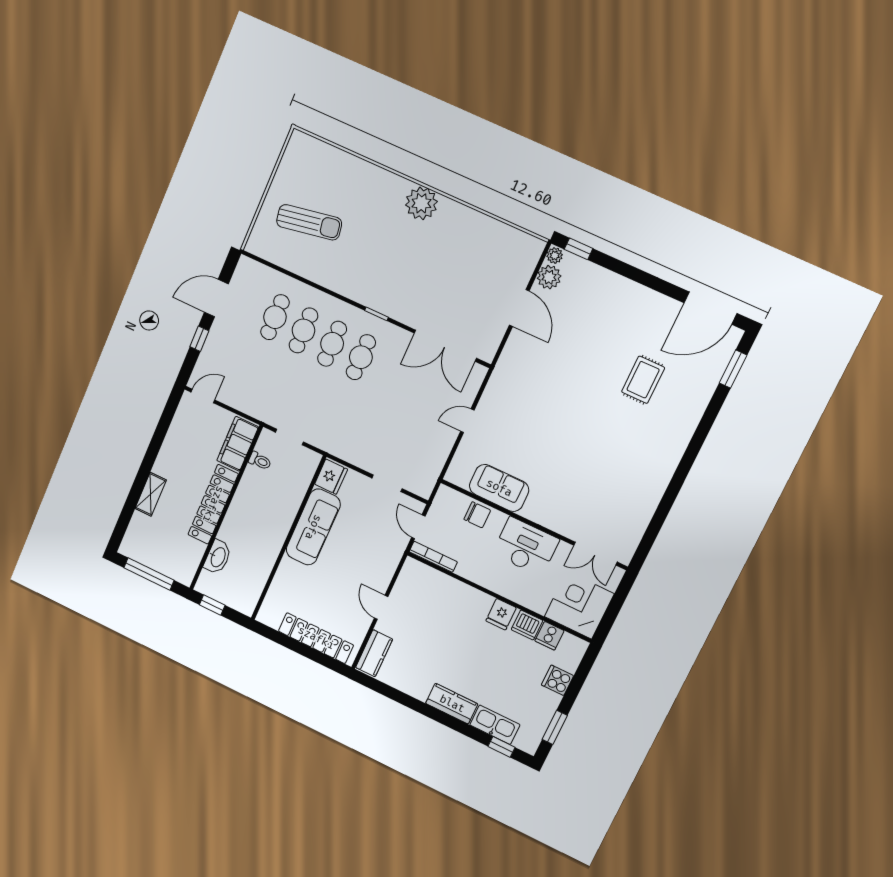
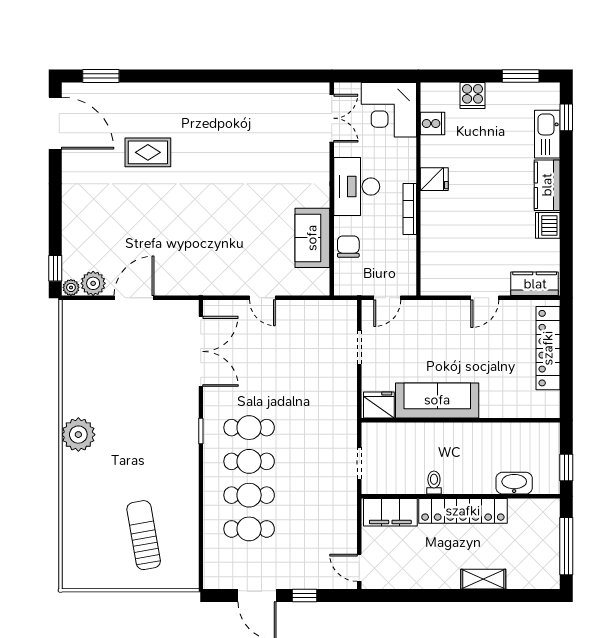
toilet: (260, 461) -> (434, 483), moved
bookcase: (433, 557) -> (410, 209), moved
dishwasher: (527, 625) -> (548, 225), moved, turned 180

